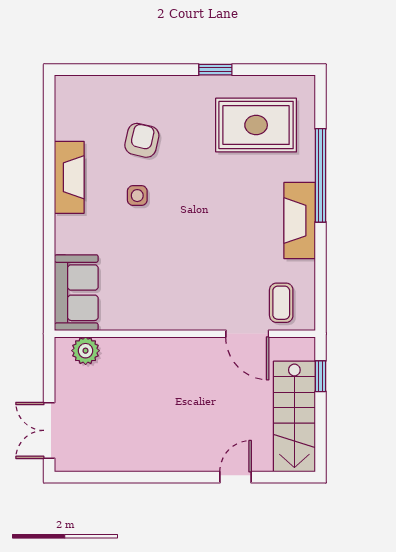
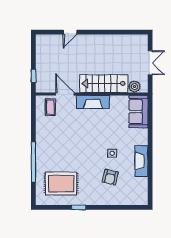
fireplace: (300, 221) -> (93, 102), moved, turned 90
stairs: (294, 417) -> (104, 84), moved, turned -90
double door: (49, 430) -> (150, 63), moved

